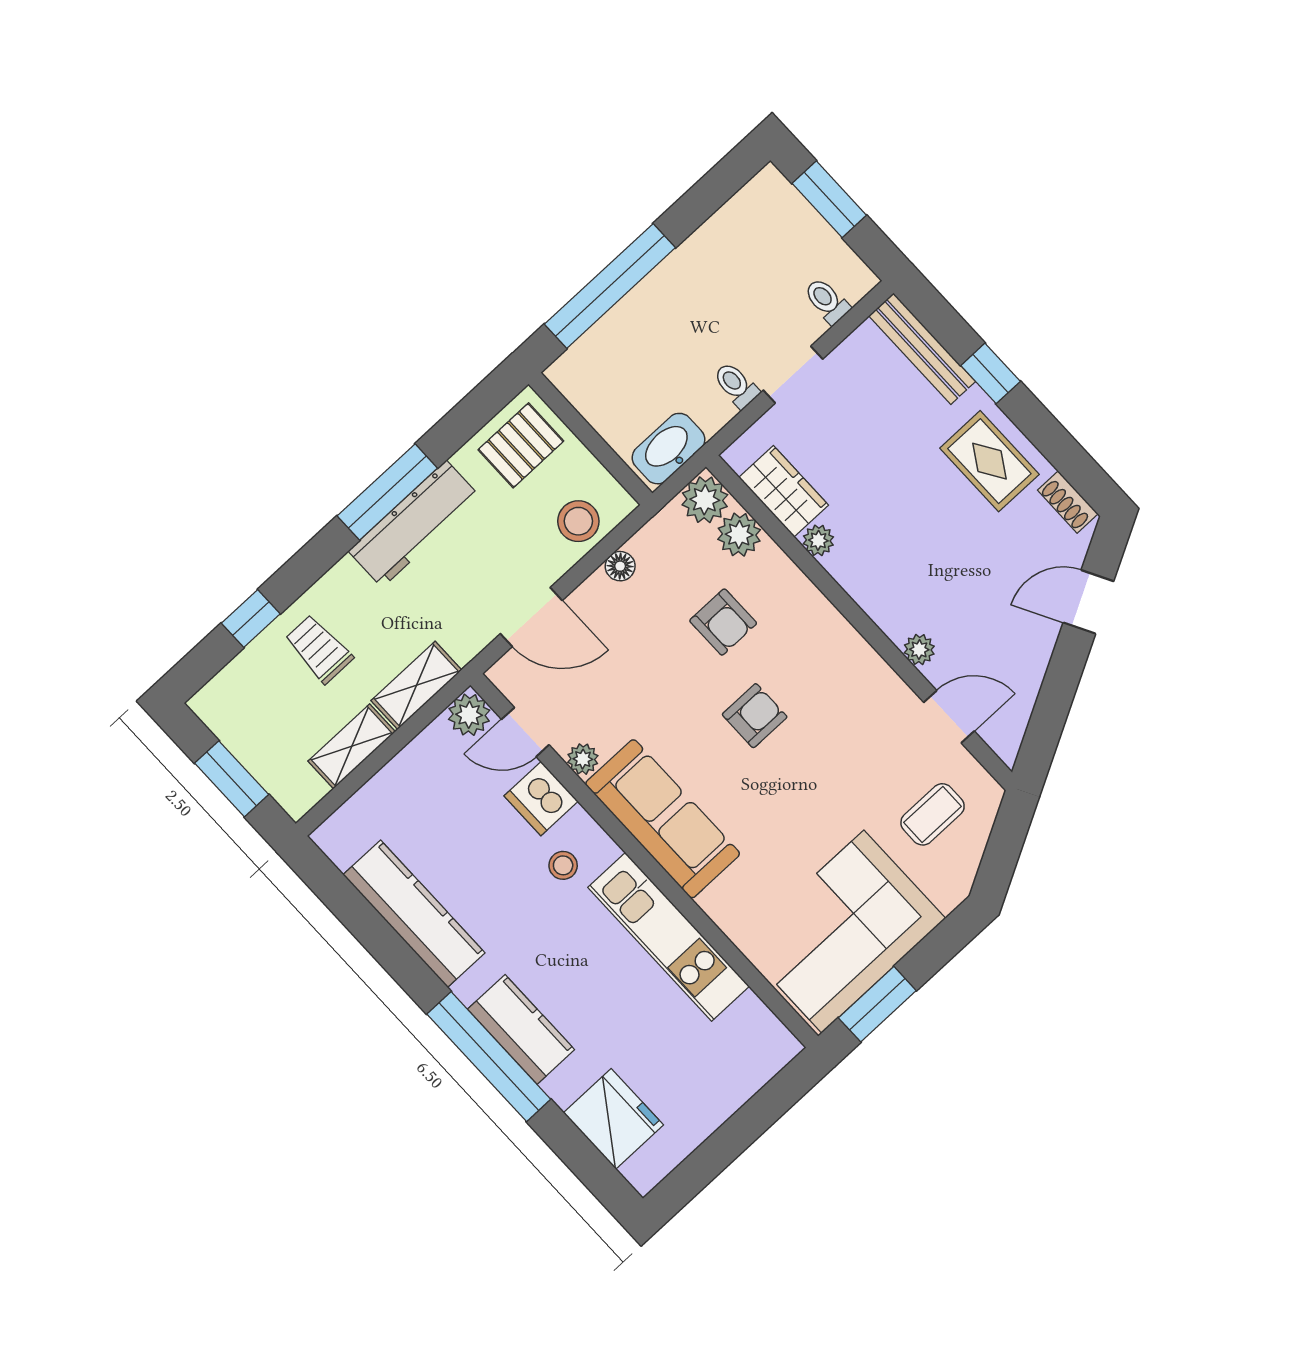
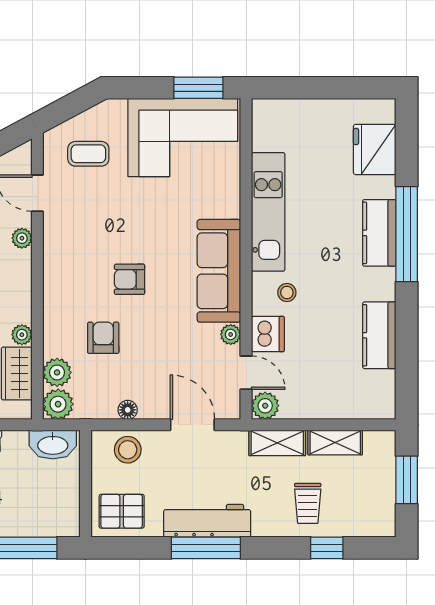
kitchen counter: (414, 914) -> (379, 335), width x0.67

